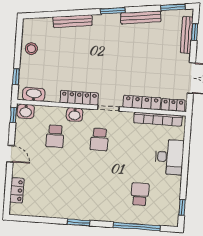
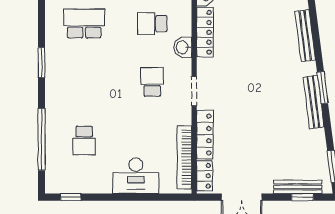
bench: (141, 17) -> (314, 102), moved
locker: (79, 98) -> (205, 32), moved
school desk: (99, 139) -> (152, 82), turned 90
school desk: (51, 188) -> (84, 24), added
school desk: (140, 194) -> (84, 140), turned 90

